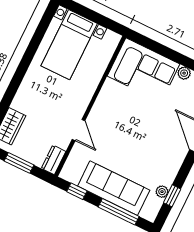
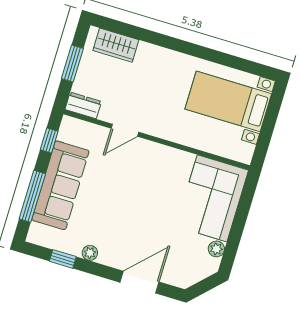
plant: (162, 192) -> (90, 253), moved

